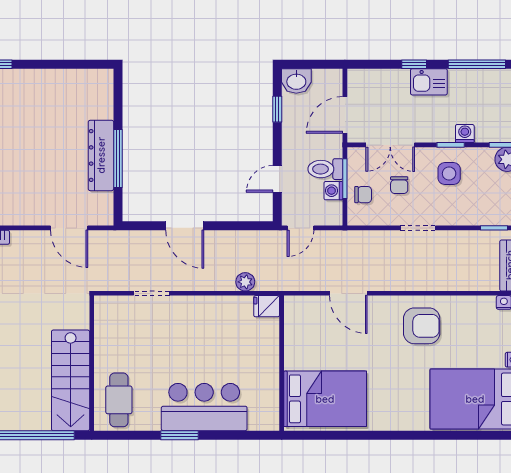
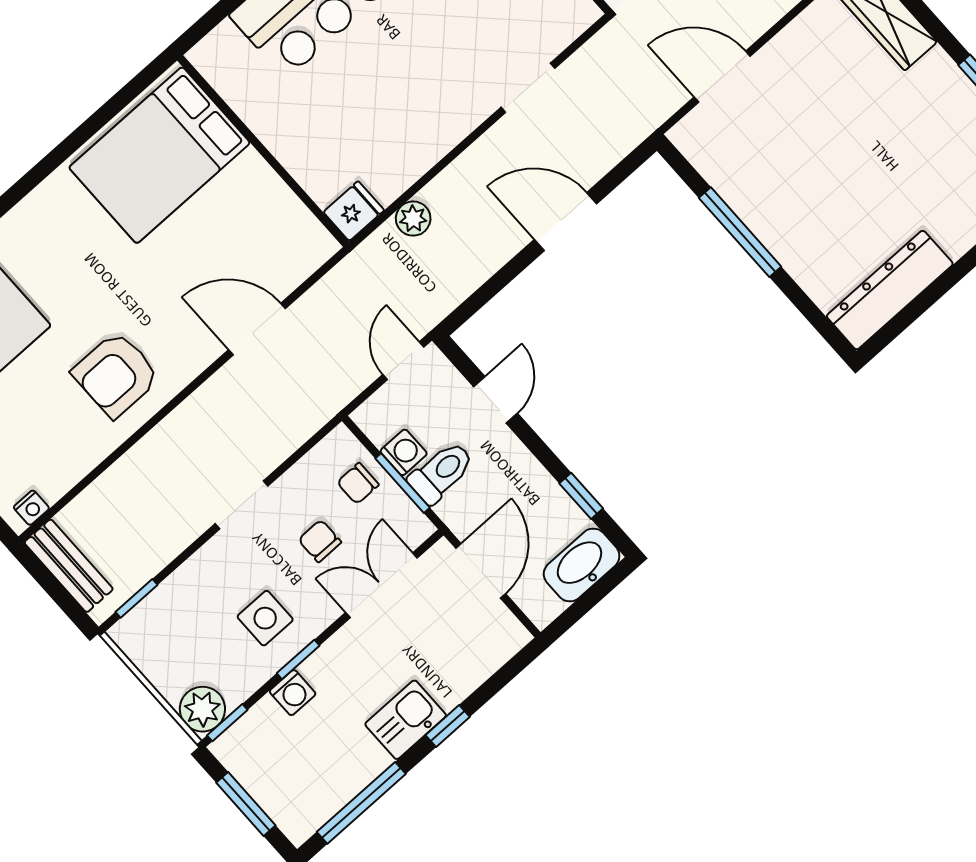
washbasin: (296, 81) -> (582, 565), width x1.38
dresser: (101, 155) -> (890, 290), moved, turned -90

